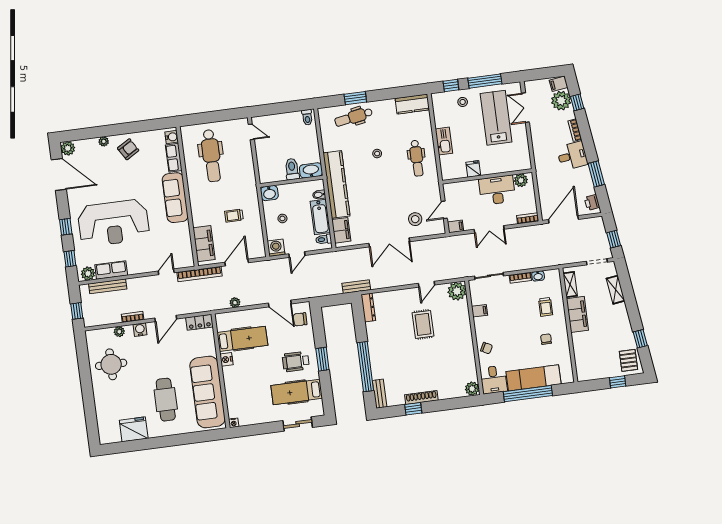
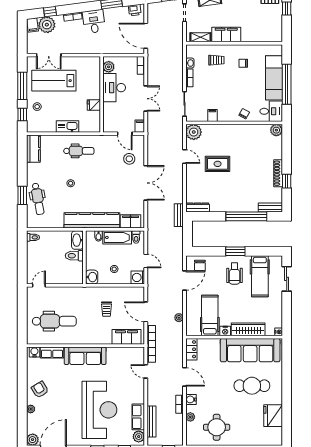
wardrobe: (232, 386) -> (248, 329), added

